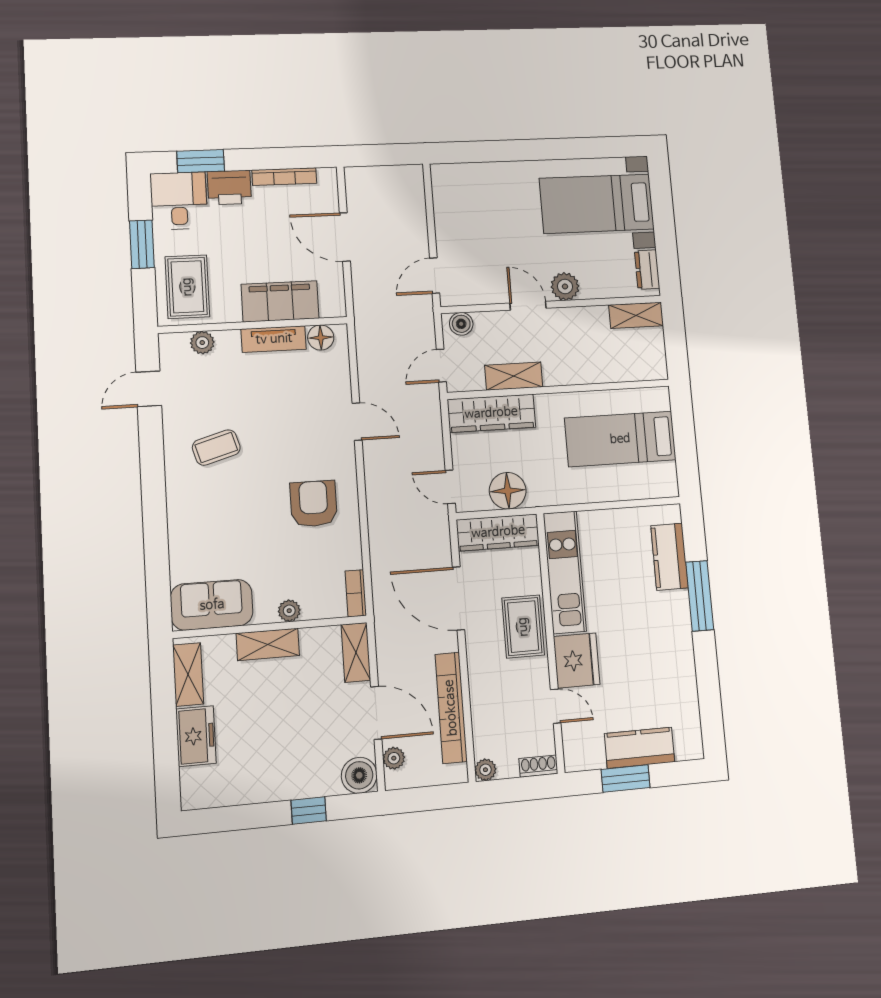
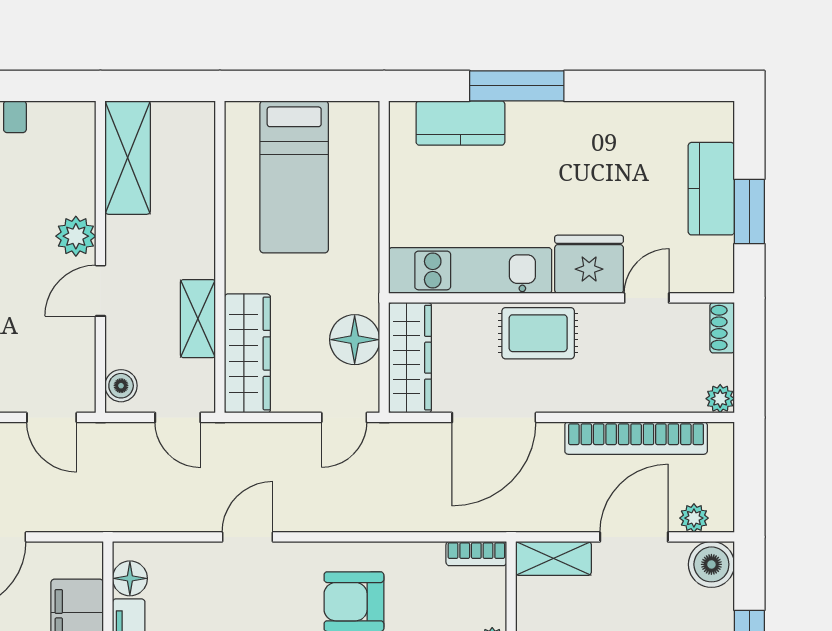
dresser: (647, 270) -> (57, 117), removed
shelving: (636, 315) -> (128, 158), width x1.50, depth x1.33

